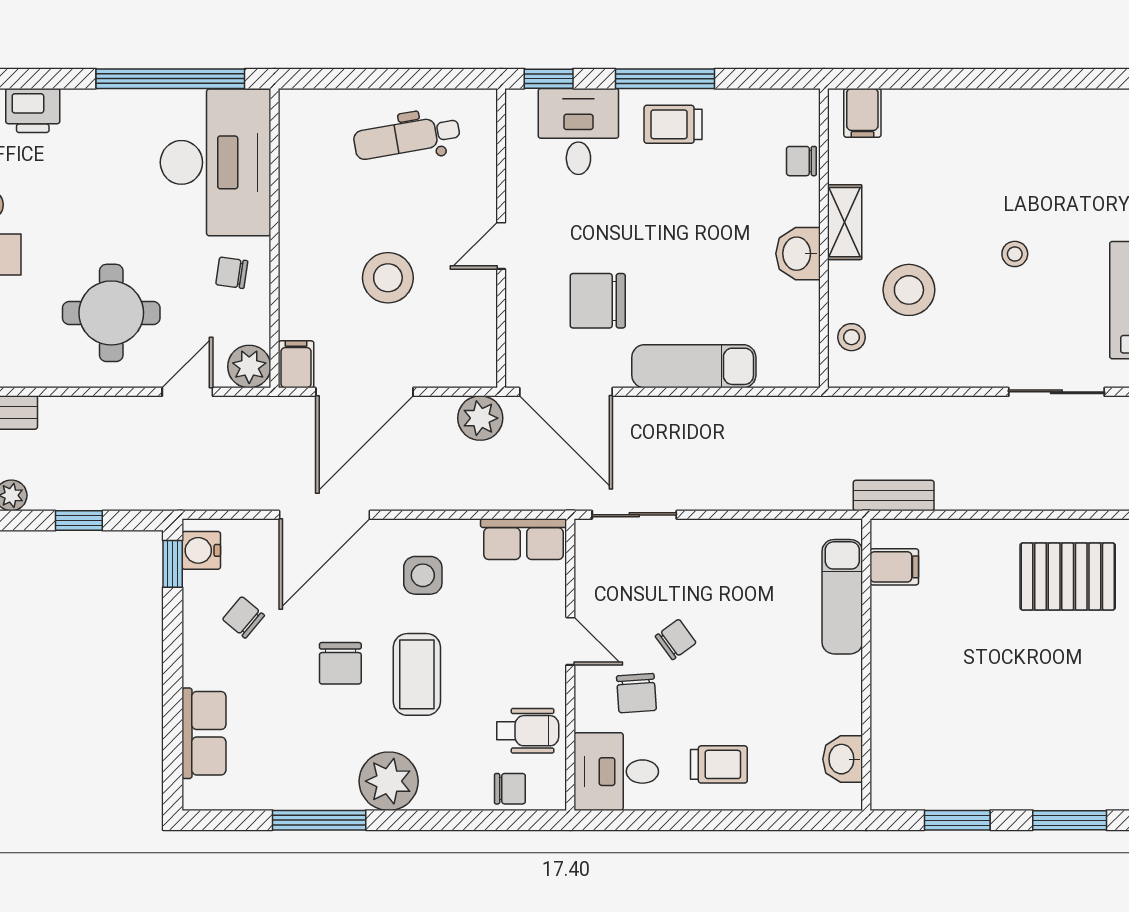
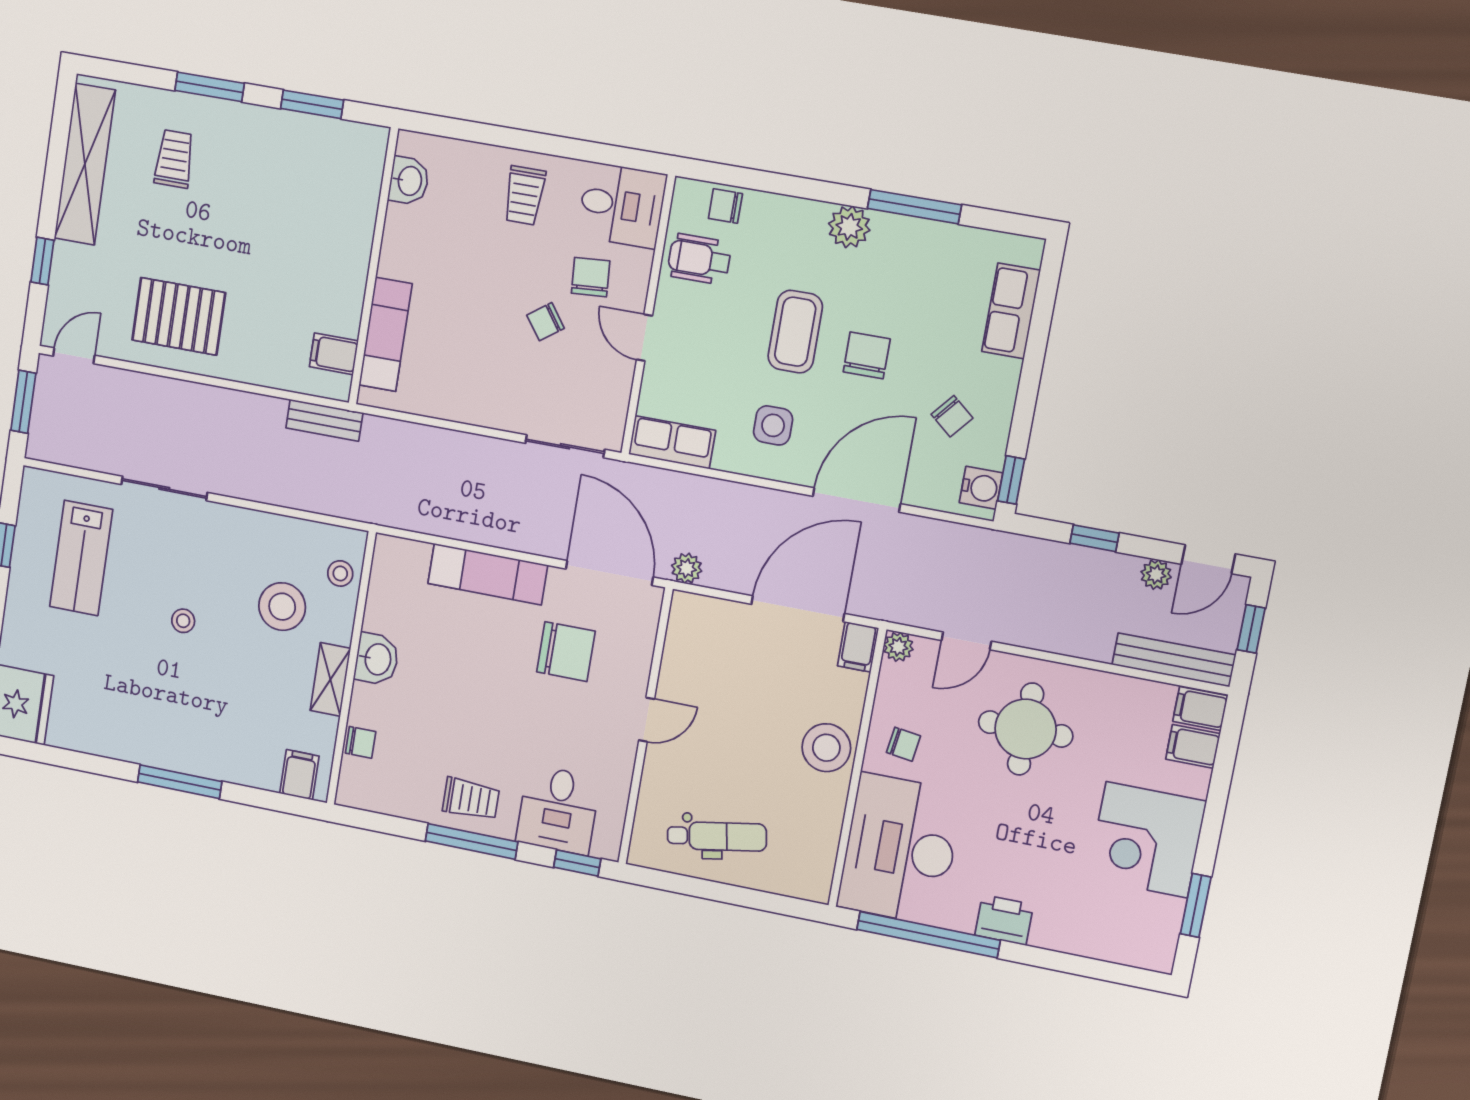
window: (993, 79) -> (180, 782), added
printer: (33, 111) -> (1004, 920), moved
stool: (388, 278) -> (826, 748), moved
plant: (249, 367) -> (898, 647), width x0.73, depth x0.73
plant: (480, 418) -> (687, 568), width x0.73, depth x0.73
trolley: (1097, 740) -> (174, 159), added
trolley: (719, 764) -> (525, 195), turned -90
plant: (389, 781) -> (849, 227), width x0.73, depth x0.73

